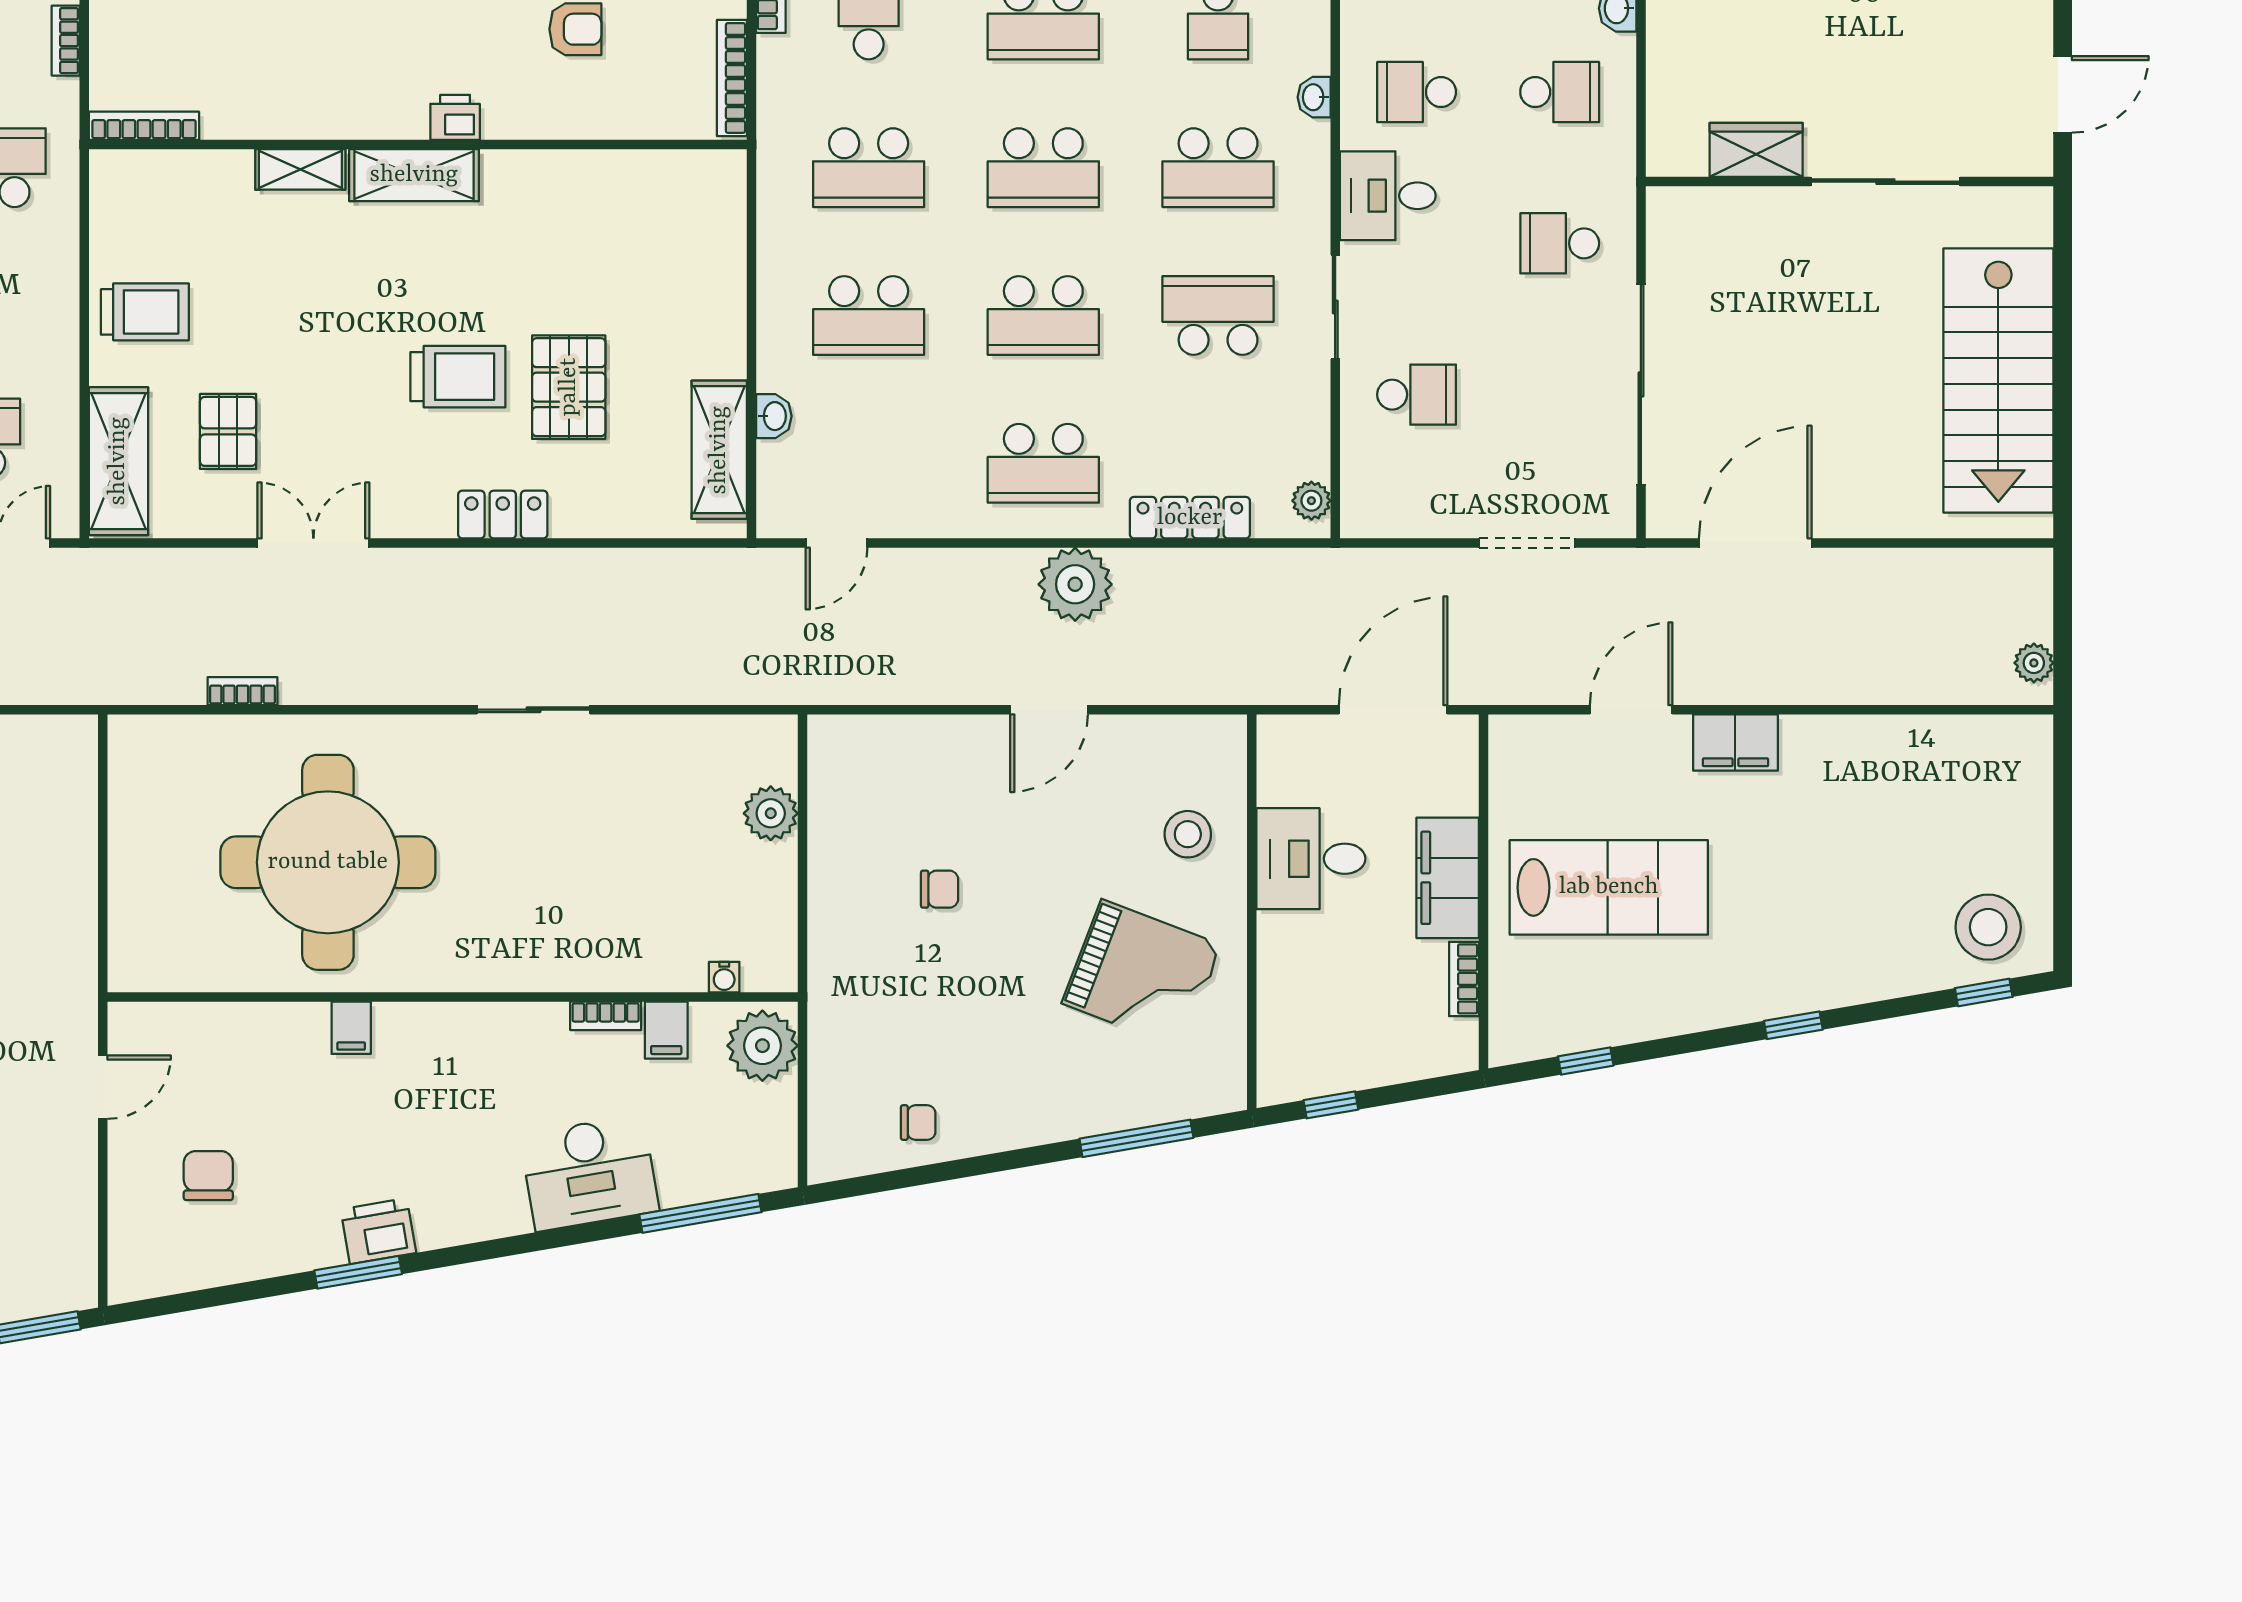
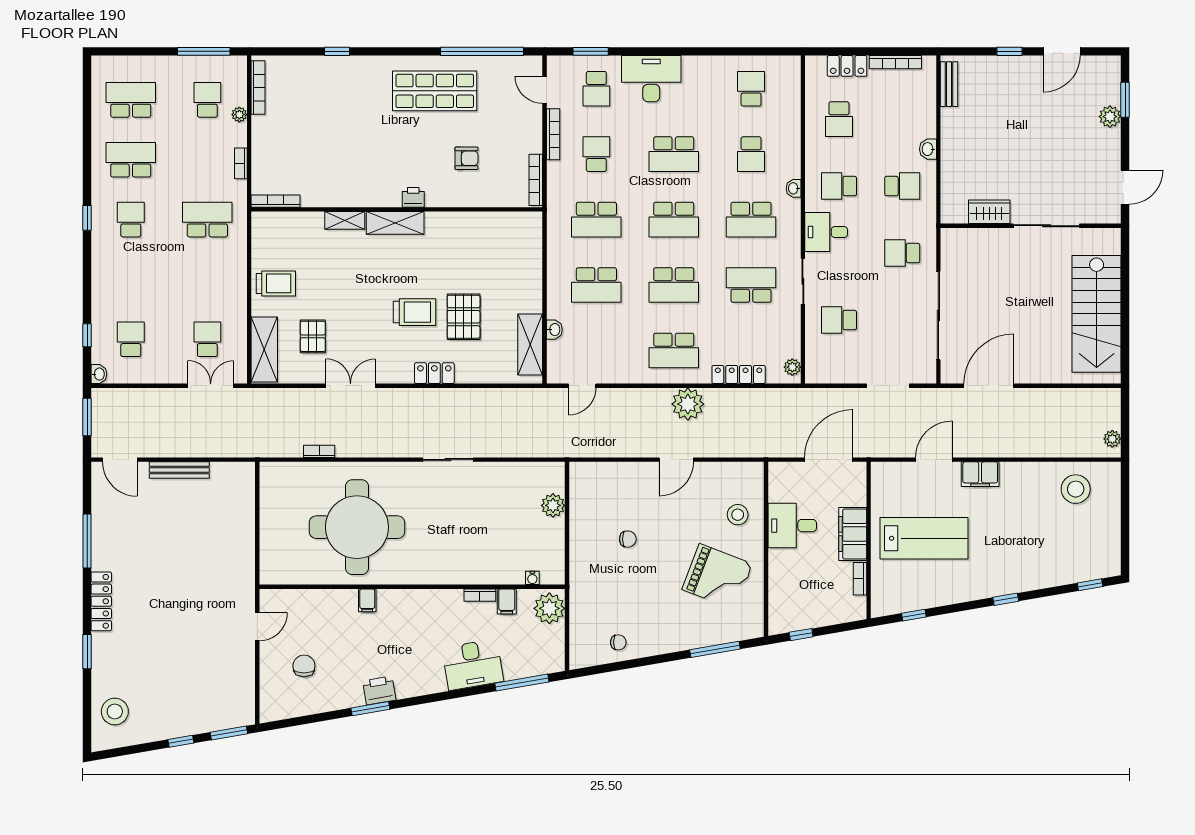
school desk: (1417, 395) -> (839, 320), turned 180
stool: (1988, 927) -> (1076, 489), moved

